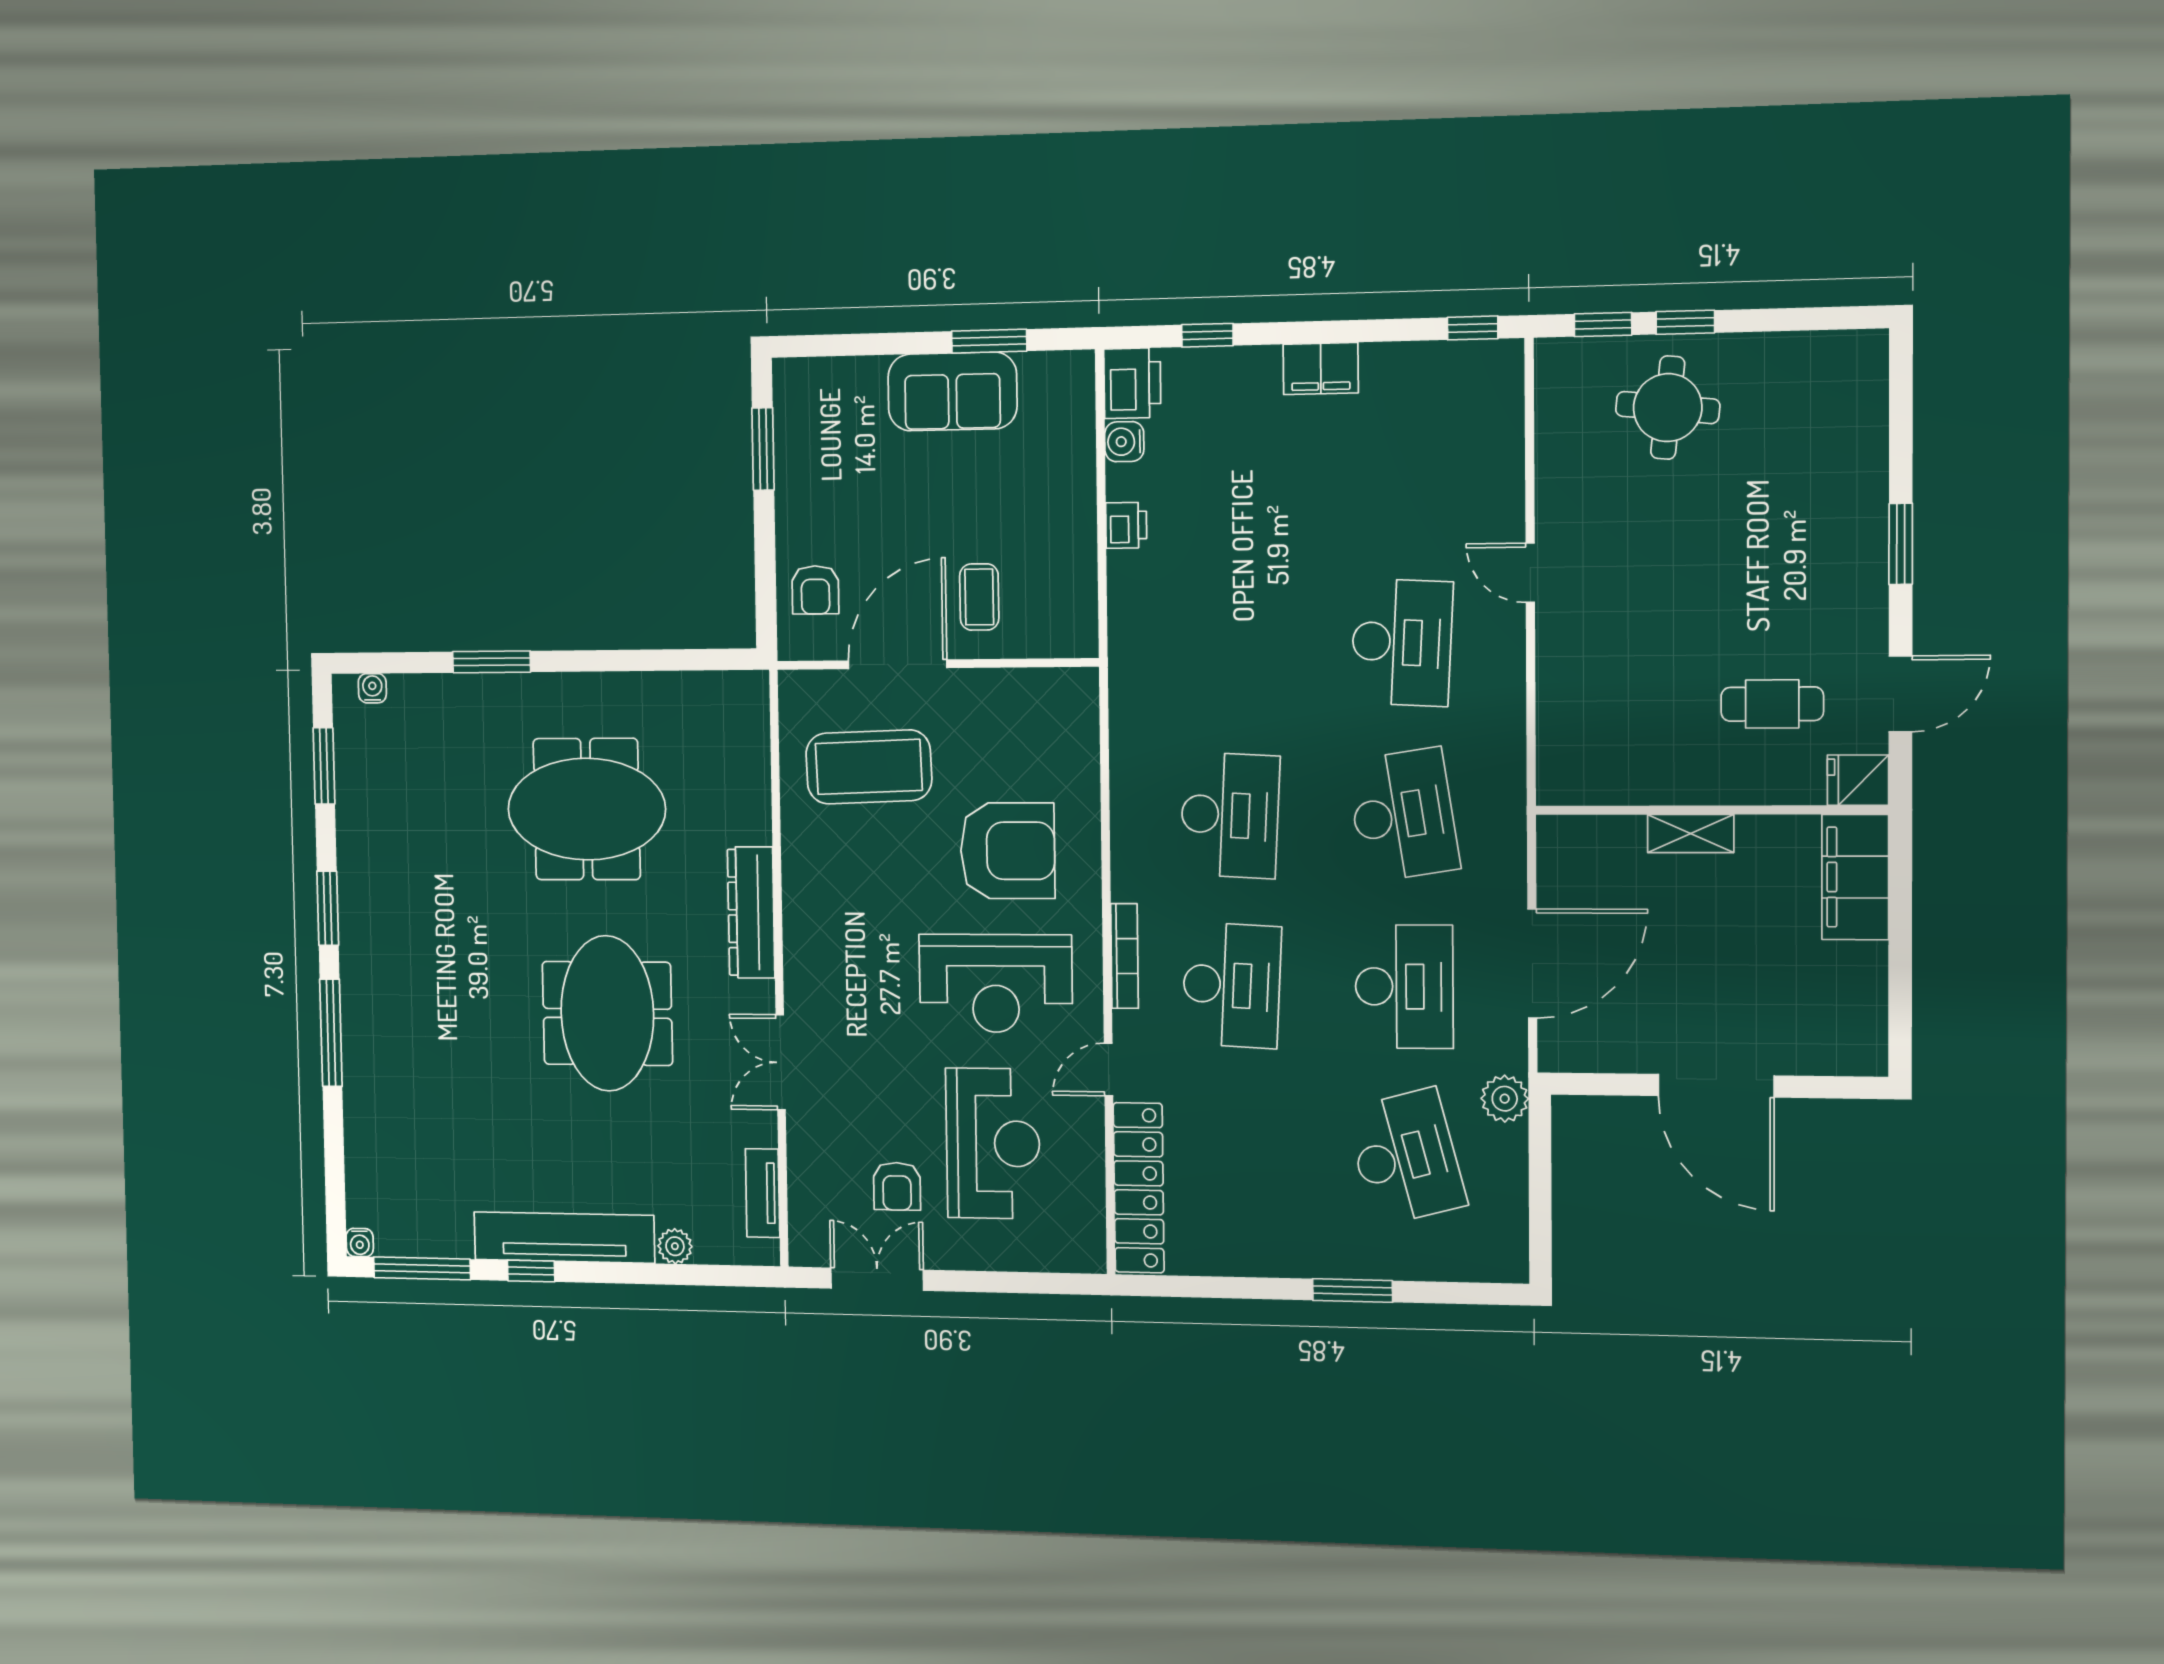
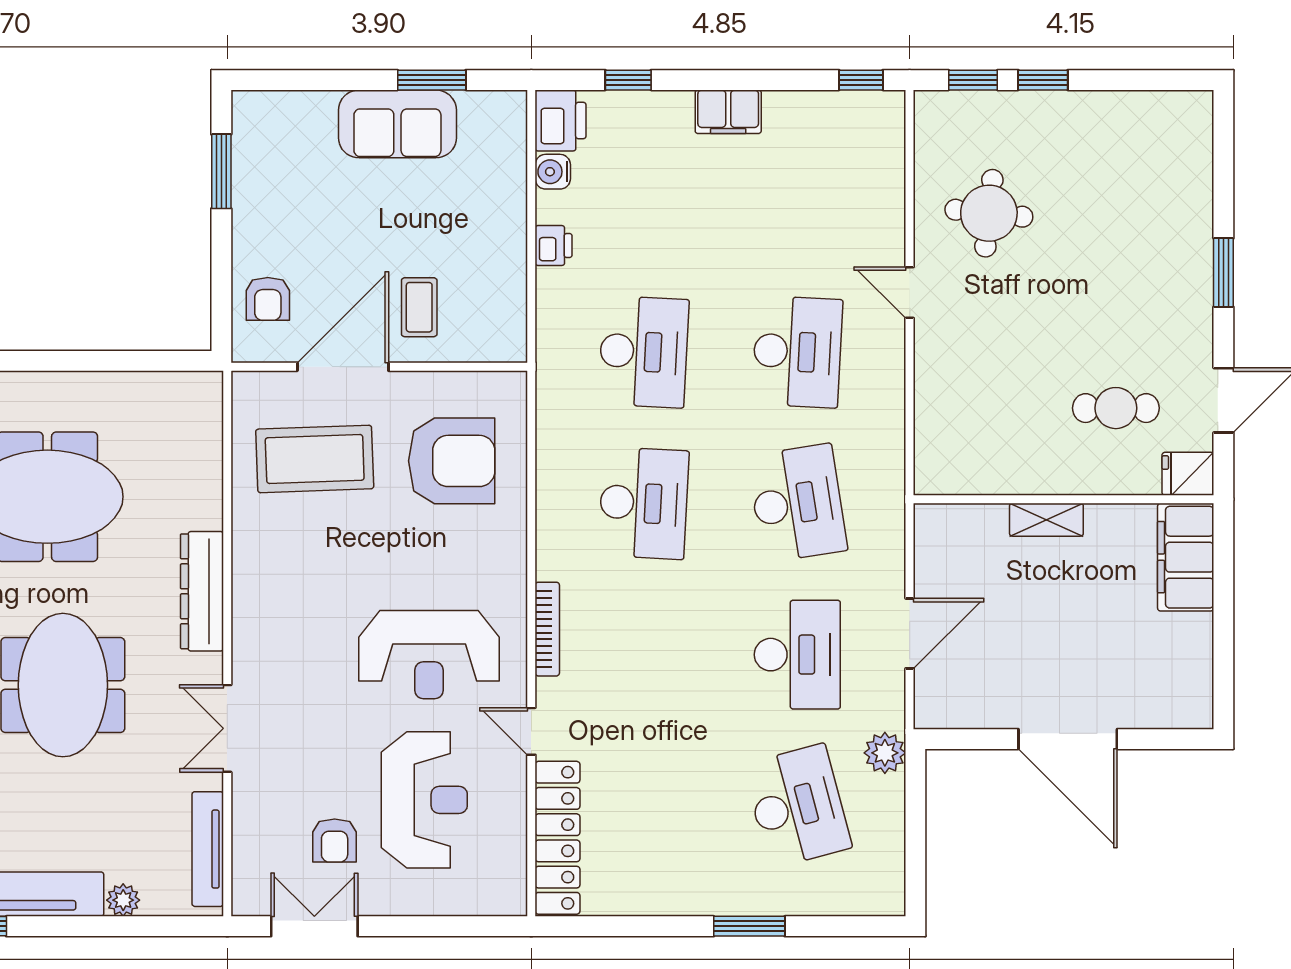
round table: (1668, 408) -> (989, 213), moved
armchair: (1007, 851) -> (452, 461), moved
door: (1532, 963) -> (910, 633), width x0.73
desk: (1232, 985) -> (644, 352), moved
door: (1108, 1069) -> (531, 731), hinge flipped
tv unit: (763, 1193) -> (208, 849), width x1.41

